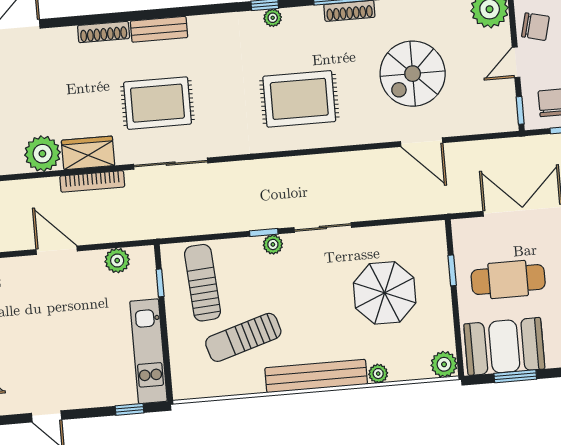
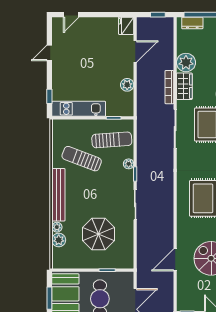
plant: (273, 244) -> (129, 164), moved
door: (57, 250) -> (135, 51), moved
plant: (117, 261) -> (127, 85), moved
sun lounger: (243, 337) -> (82, 159), turned -52
plant: (444, 364) -> (59, 240), moved

